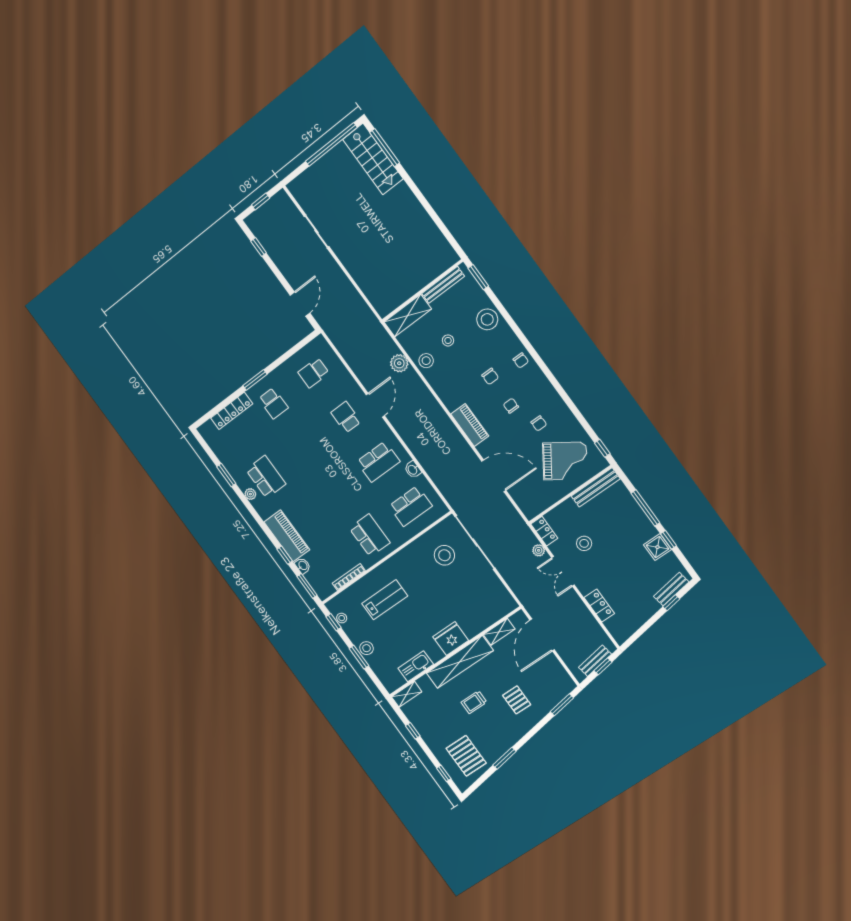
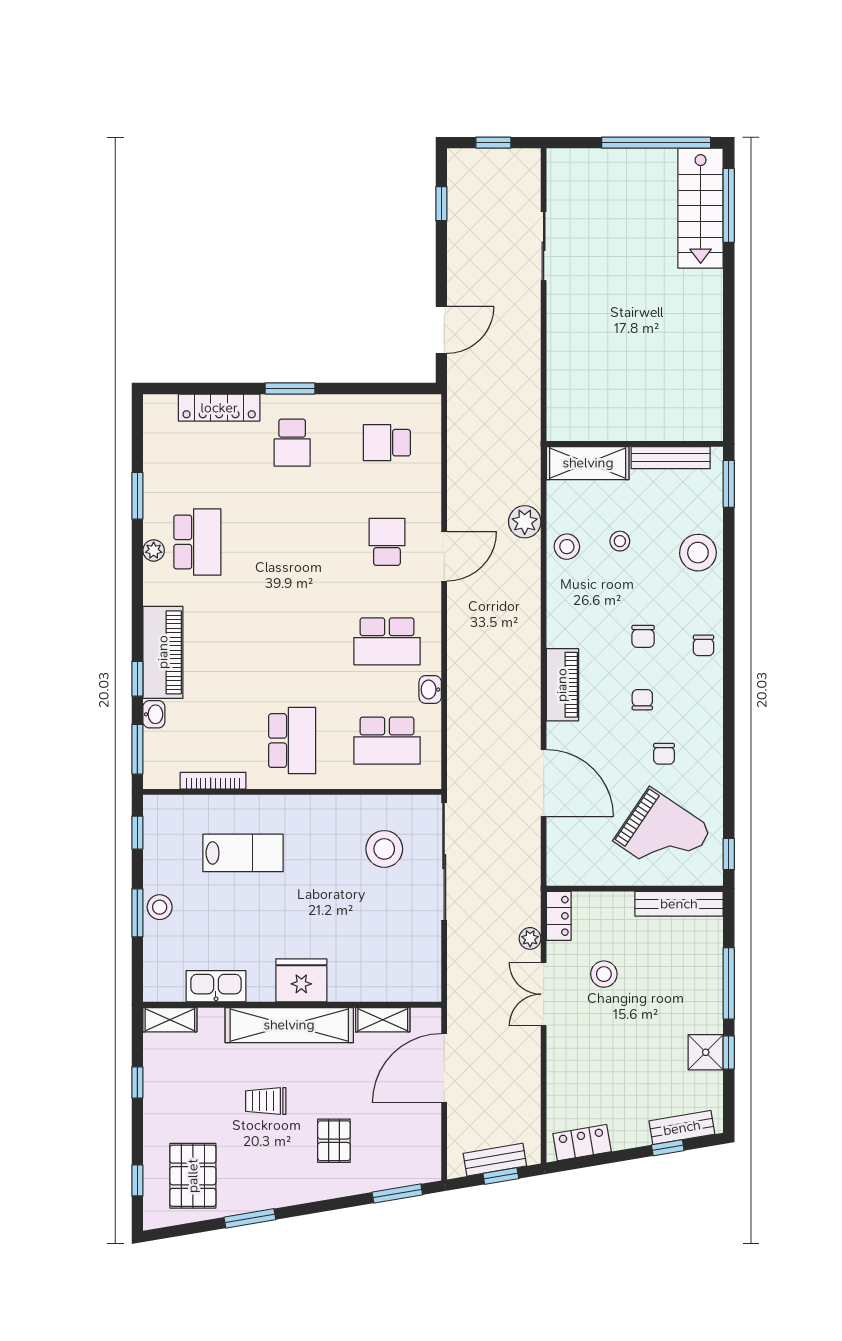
locker: (599, 606) -> (582, 1143), moved, turned -100
stool: (342, 618) -> (155, 835), removed

